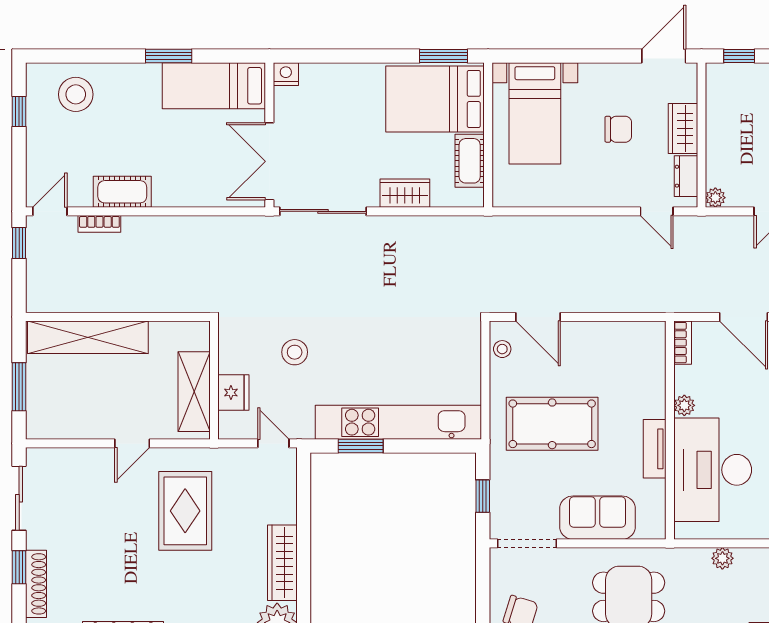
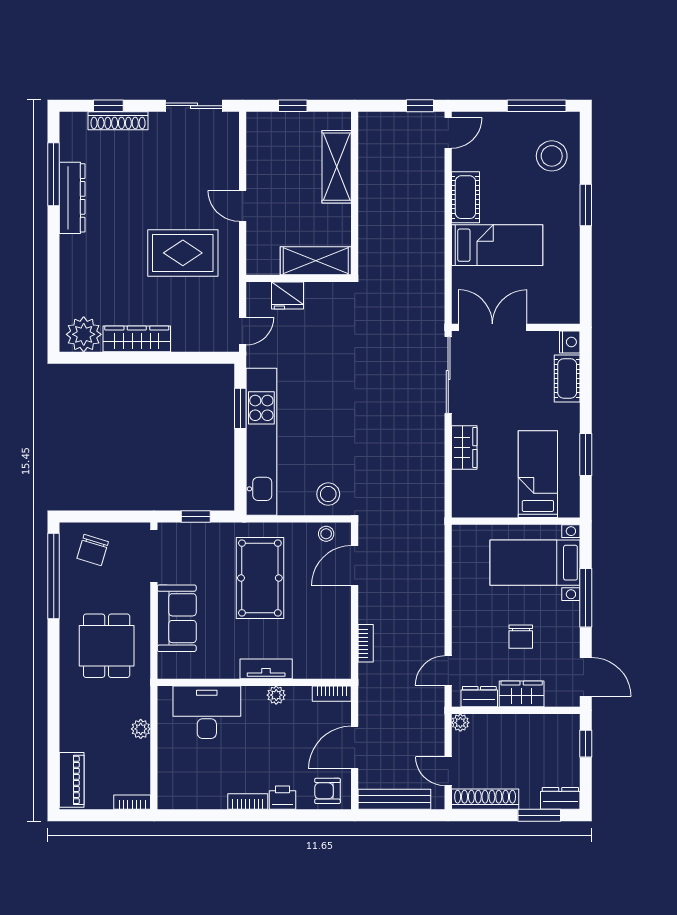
window: (169, 56) -> (586, 205), moved
window: (443, 56) -> (586, 454), moved
window: (574, 56) -> (586, 598), added
bed: (214, 86) -> (497, 245), moved, turned 90
bed: (435, 99) -> (538, 474), width x0.67
window: (19, 111) -> (537, 106), width x2.17
cot: (470, 161) -> (567, 378), moved, turned 90
door: (50, 211) -> (448, 133), hinge flipped
bookcase: (99, 224) -> (366, 643), moved, turned 180
shelving: (88, 337) -> (337, 167), width x0.68
stool: (295, 352) -> (328, 494), moved
window: (19, 387) -> (293, 106), width x0.67
shelving: (194, 392) -> (316, 261), moved
tv unit: (655, 449) -> (266, 669), moved
desk: (713, 470) -> (207, 712), width x0.73, depth x0.77
window: (19, 567) -> (108, 106), moved

